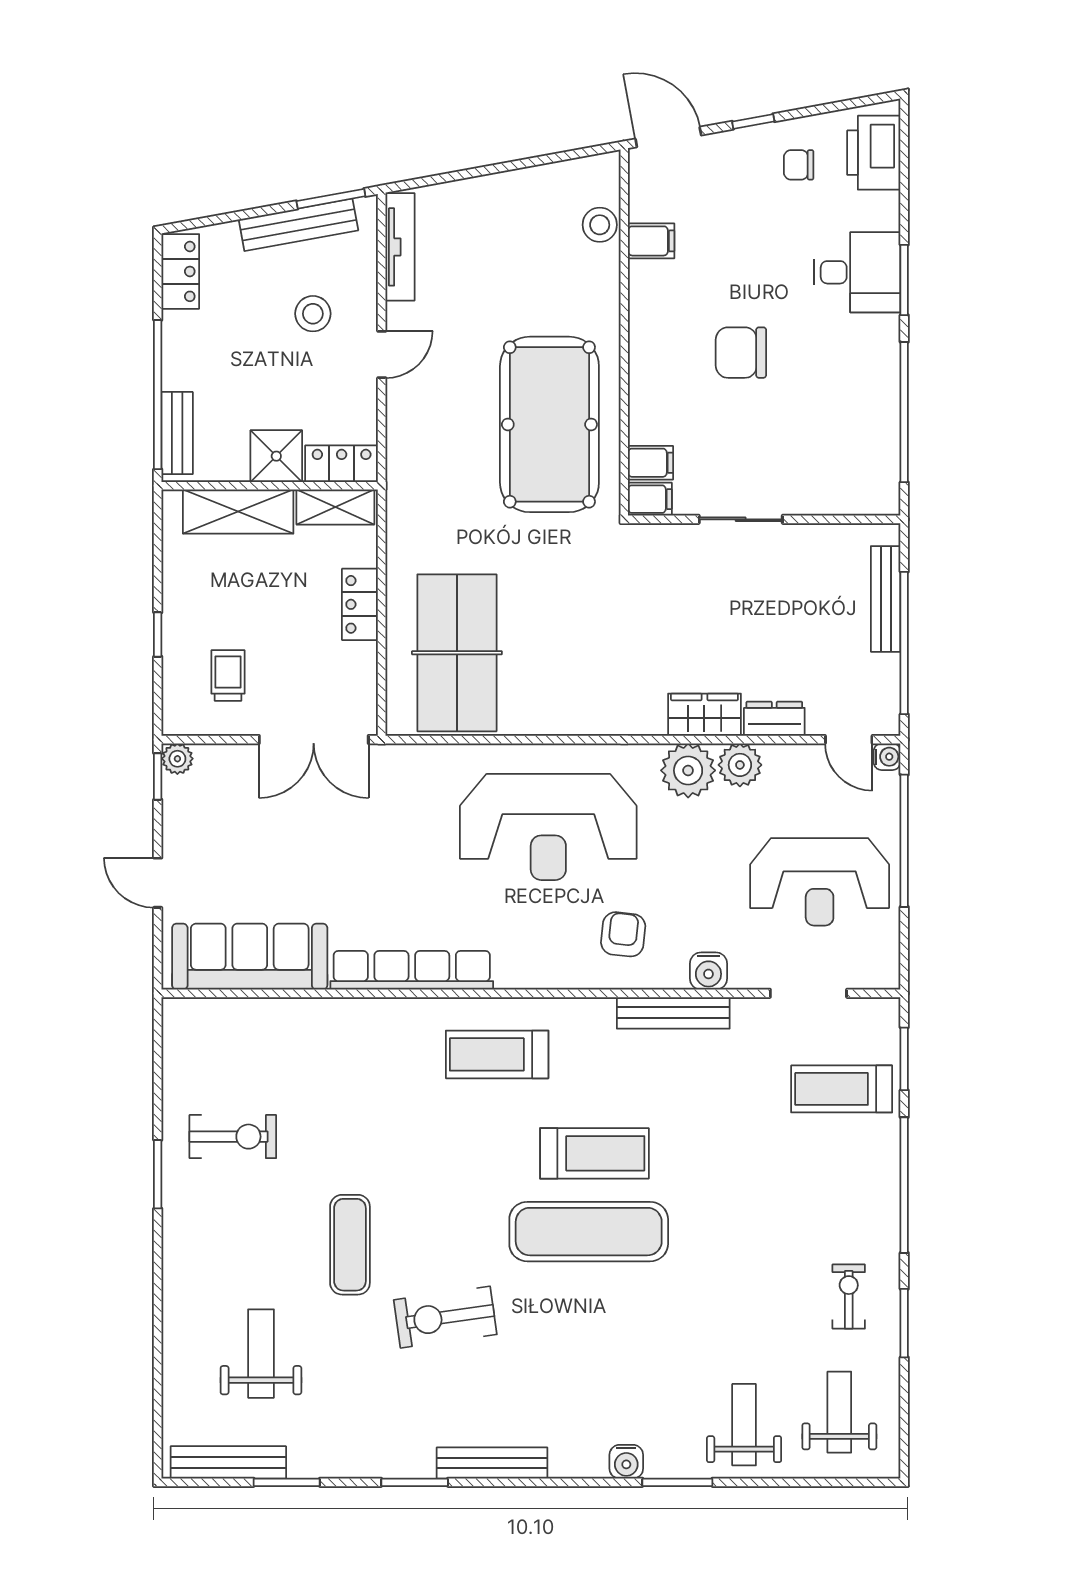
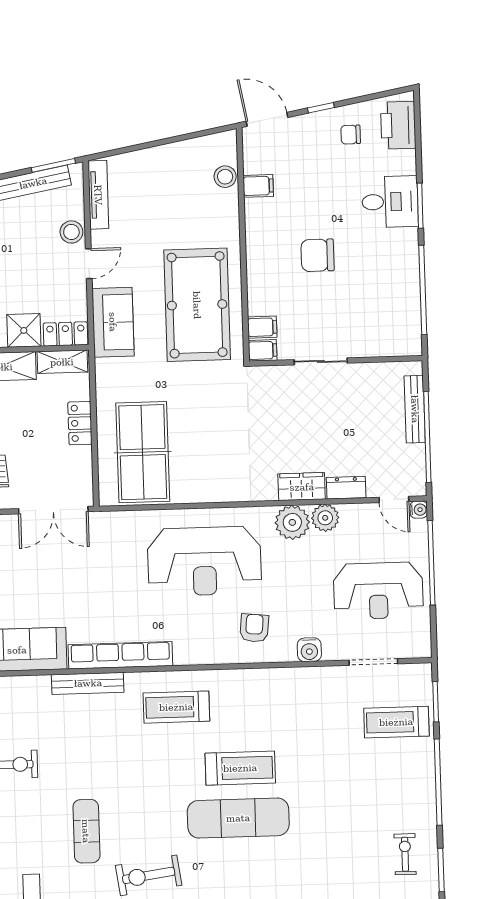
stool: (313, 314) -> (71, 232), moved
sofa: (417, 448) -> (113, 322), added
bench: (673, 1013) -> (88, 683), moved

